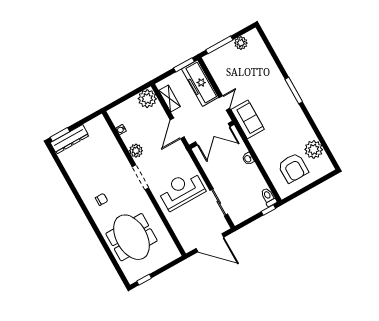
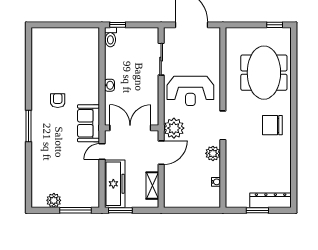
plant: (147, 99) -> (174, 128), moved
window: (60, 134) -> (257, 210), moved
plant: (314, 149) -> (41, 59), removed
armchair: (293, 168) -> (58, 101), moved, width x0.53, depth x0.53
chair: (102, 199) -> (272, 125), width x1.87, depth x1.87

